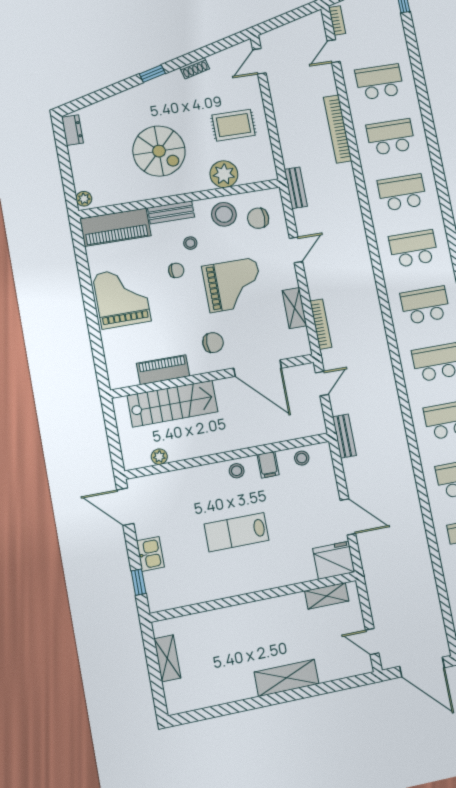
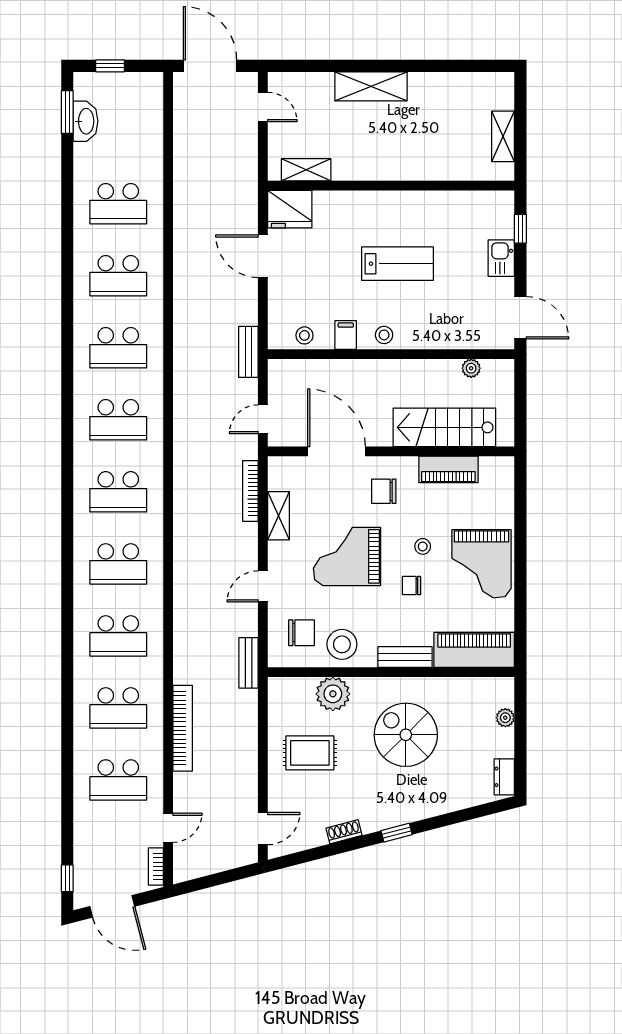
plant: (84, 199) -> (505, 718), moved
stool: (190, 243) -> (423, 546), moved

